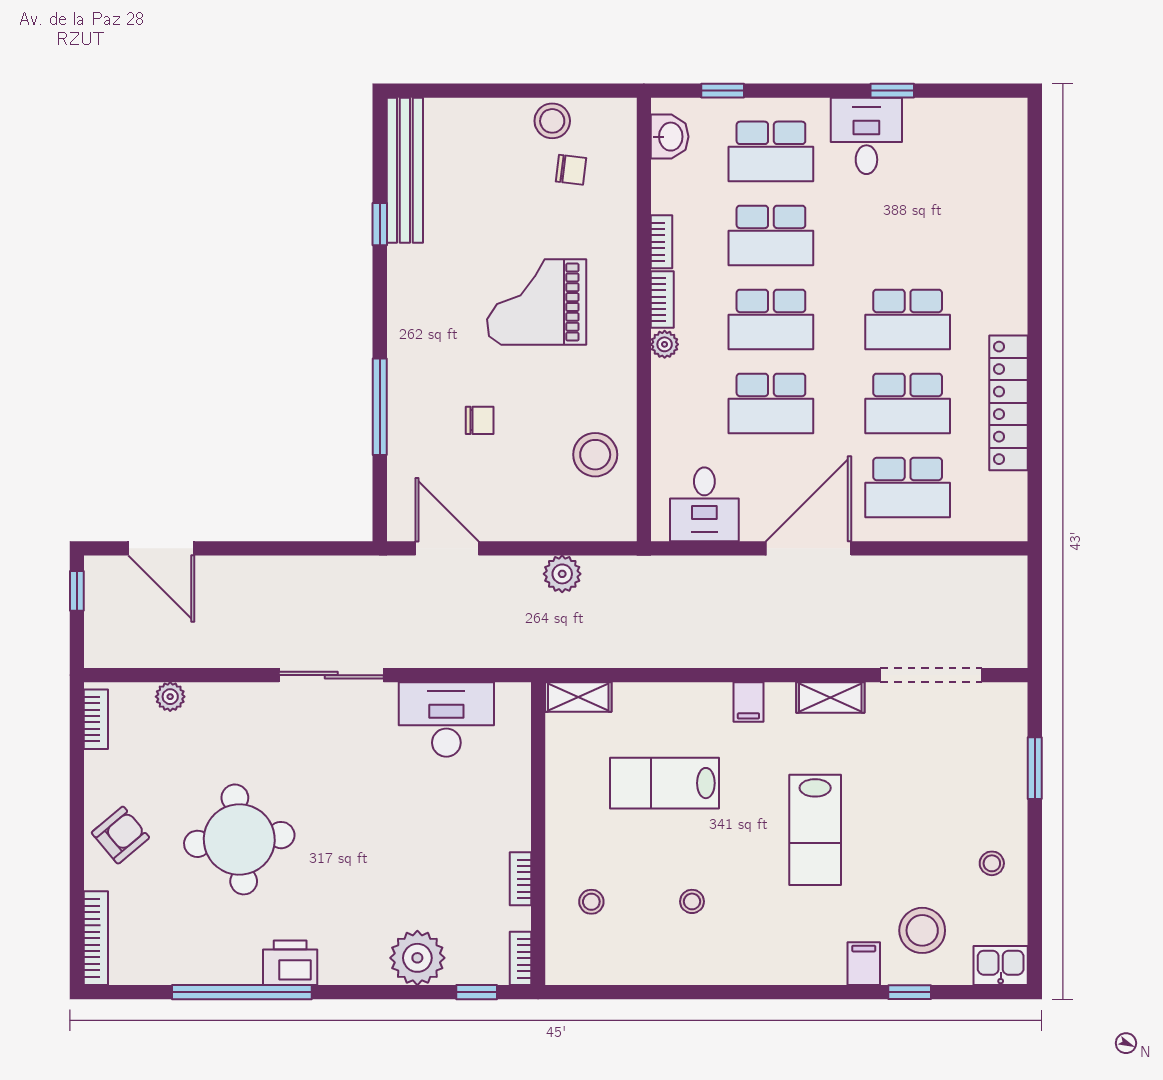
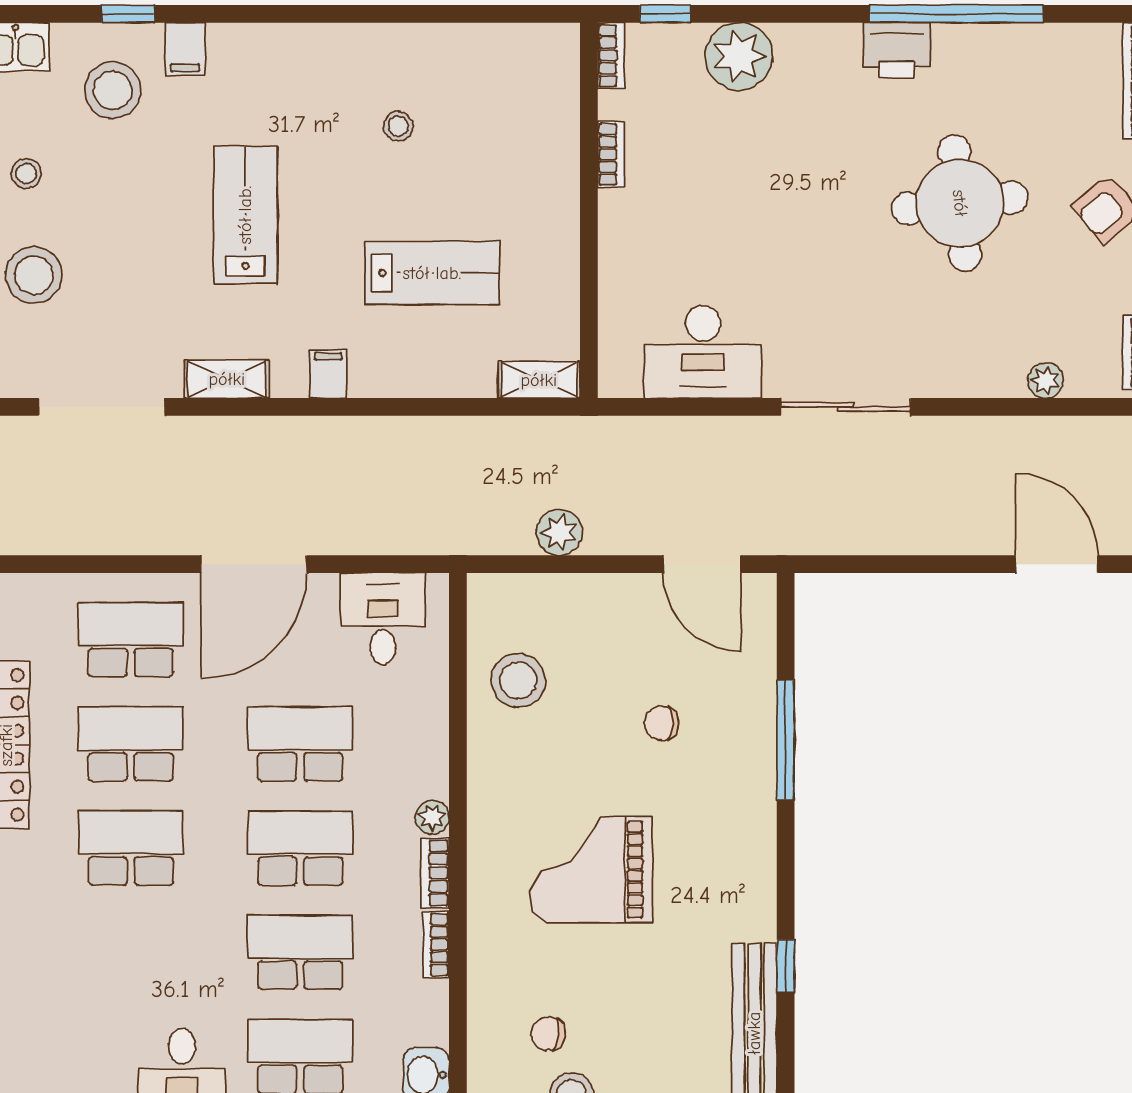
grand piano: (537, 302) -> (591, 870), turned 180
stool: (591, 902) -> (34, 275), moved, width x1.89, depth x1.89

